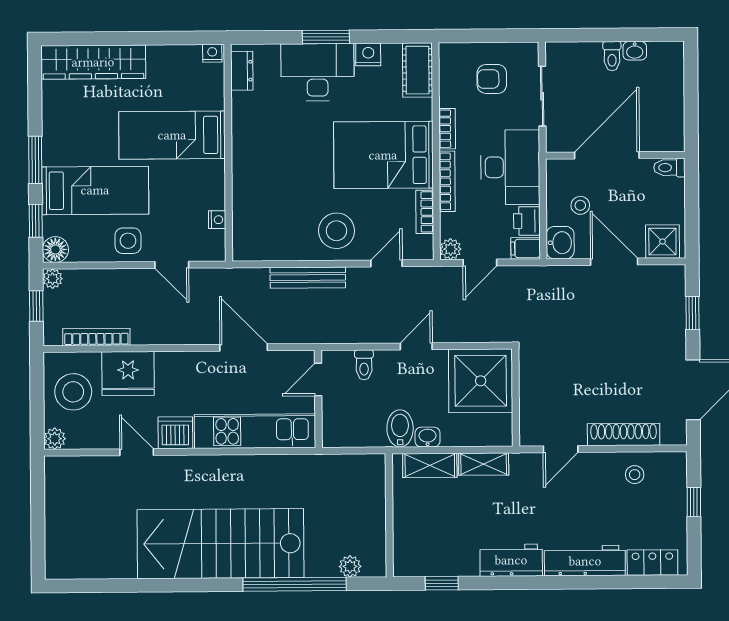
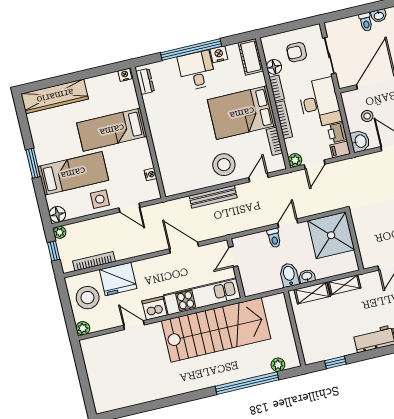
window: (326, 37) -> (191, 50), width x2.11
desk: (318, 72) -> (197, 70), width x0.73
floor lamp: (451, 94) -> (274, 67), added
window: (36, 221) -> (42, 200), removed
toilet: (364, 365) -> (274, 238), moved
stairs: (220, 544) -> (216, 330), moved, turned 180

